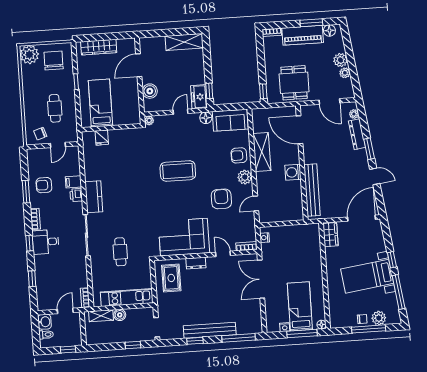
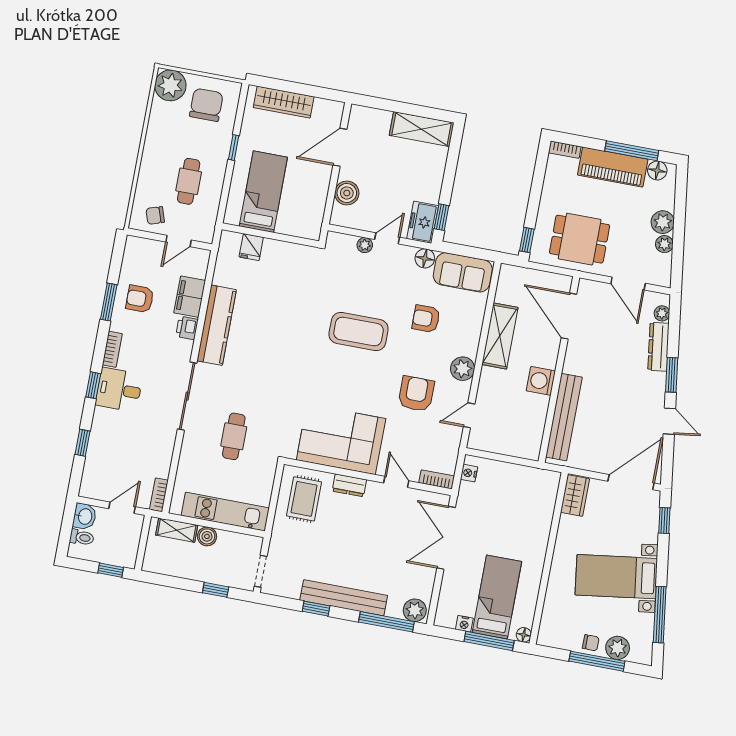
window: (311, 23) -> (632, 151), width x1.44
dining table: (294, 83) -> (580, 239), turned 90
plant: (149, 120) -> (365, 245), moved
armchair: (239, 155) -> (426, 319), moved
filing cabinet: (73, 182) -> (190, 297), width x2.00
kitchen counter: (94, 197) -> (217, 325), width x1.50
window: (392, 260) -> (664, 521), moved
plant: (253, 327) -> (415, 610), added

